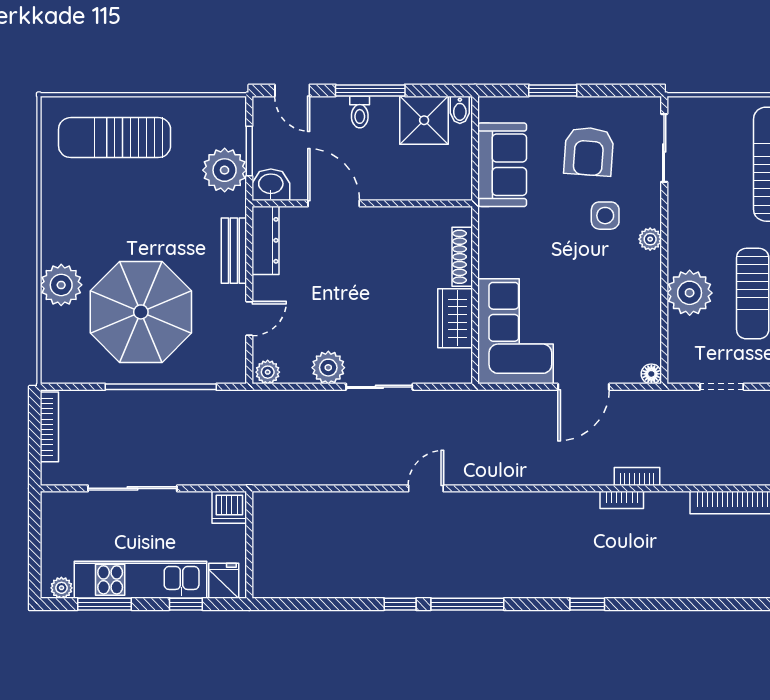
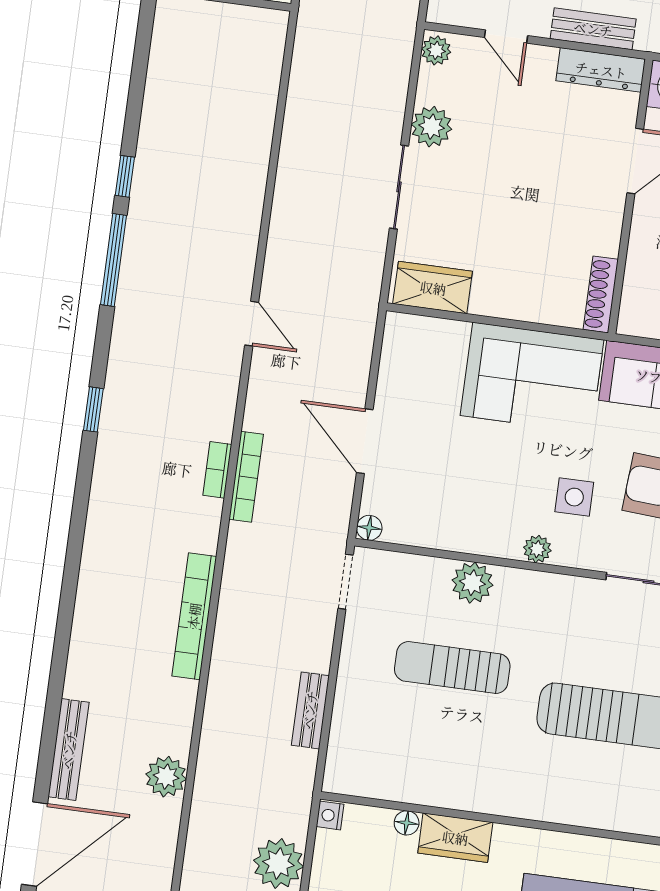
shoe rack: (462, 257) -> (601, 294), moved, turned -90
plant: (690, 293) -> (472, 583), width x0.73, depth x0.73
wardrobe: (455, 318) -> (433, 288), moved
corner sofa: (515, 331) -> (532, 378), moved
doorway: (722, 387) -> (346, 582), moved
bookcase: (637, 477) -> (246, 477), width x1.56
door: (426, 488) -> (252, 324), moved

